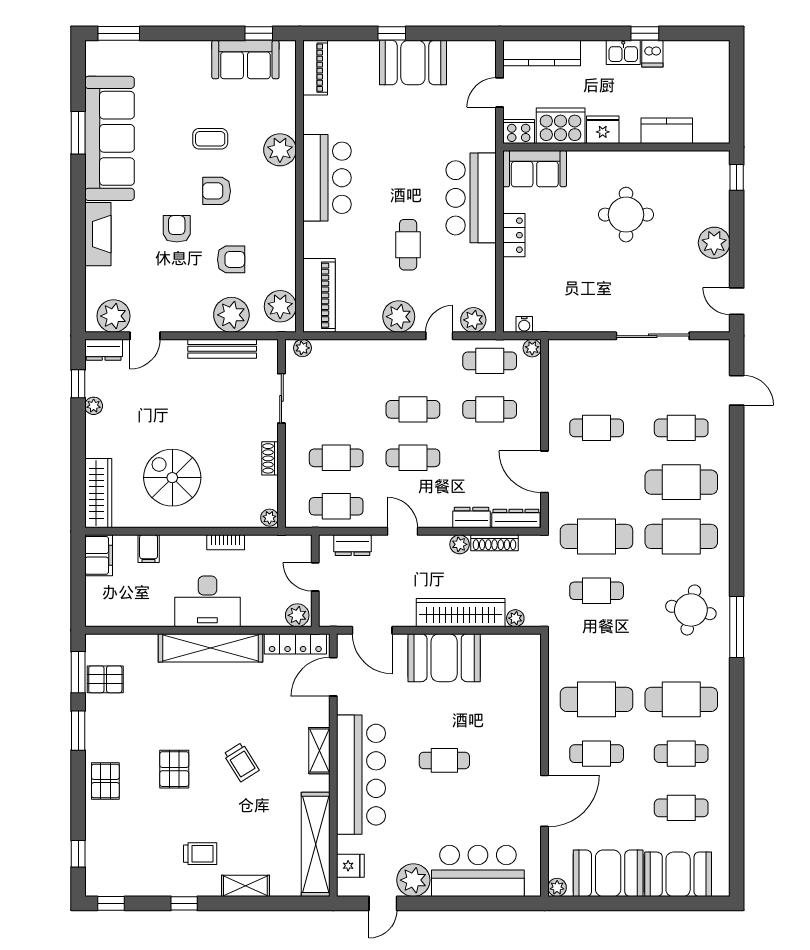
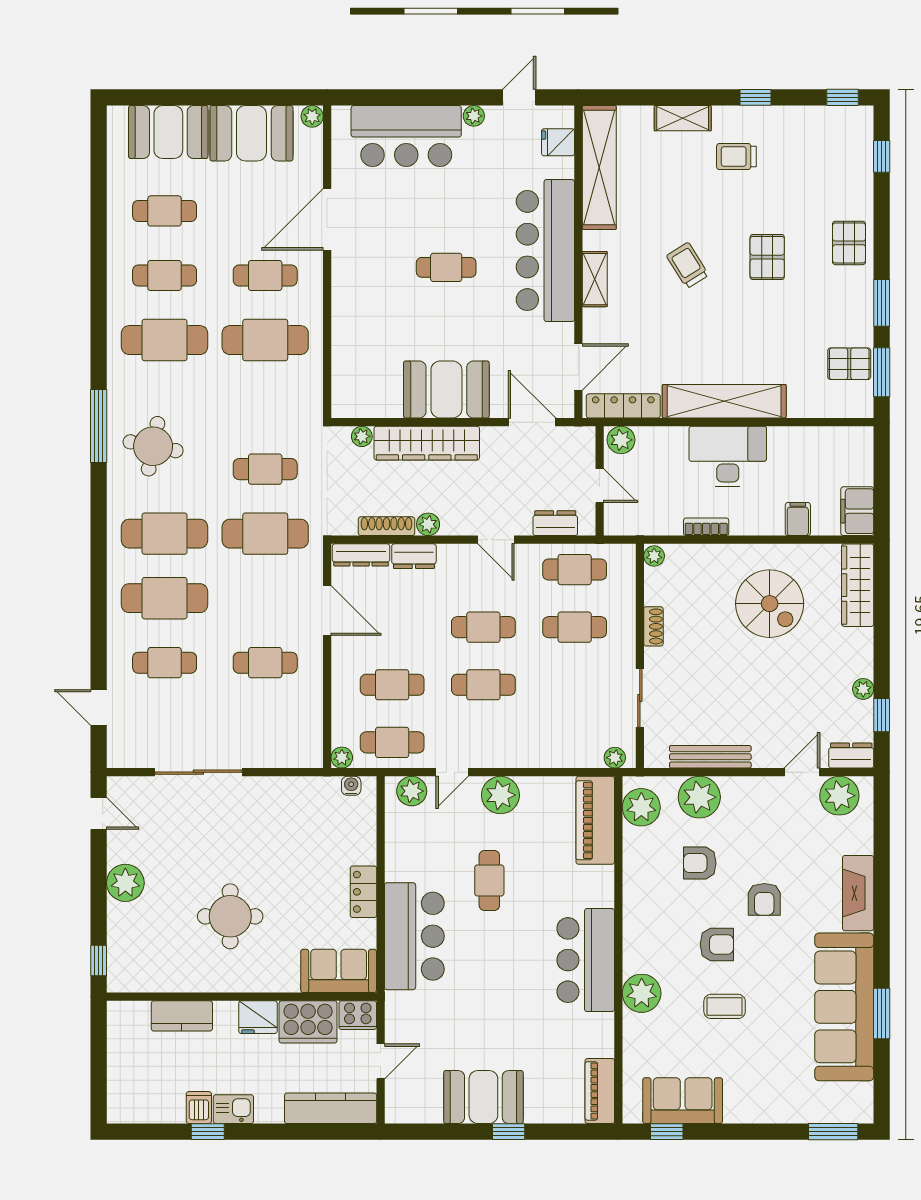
plant: (413, 880) -> (474, 116), width x0.53, depth x0.53

